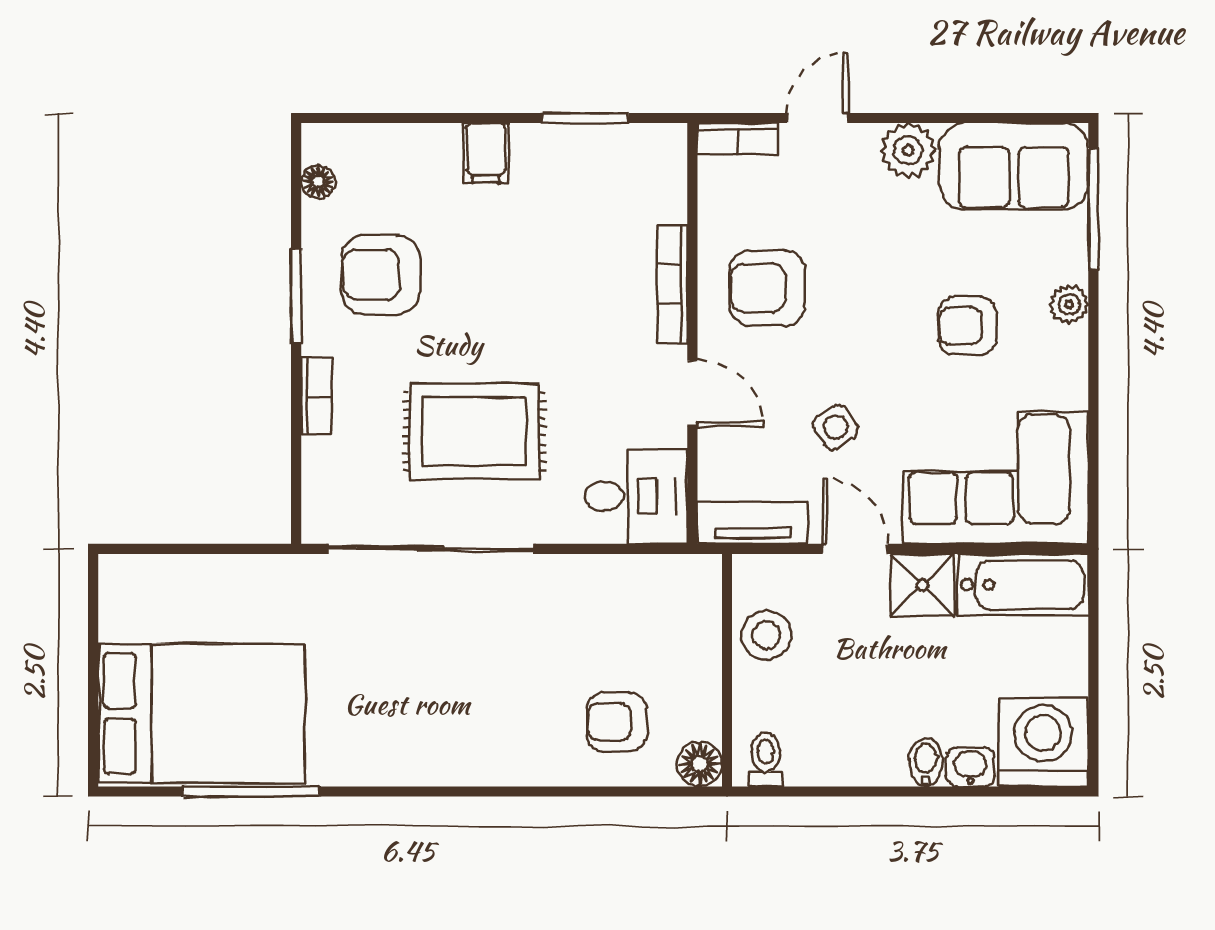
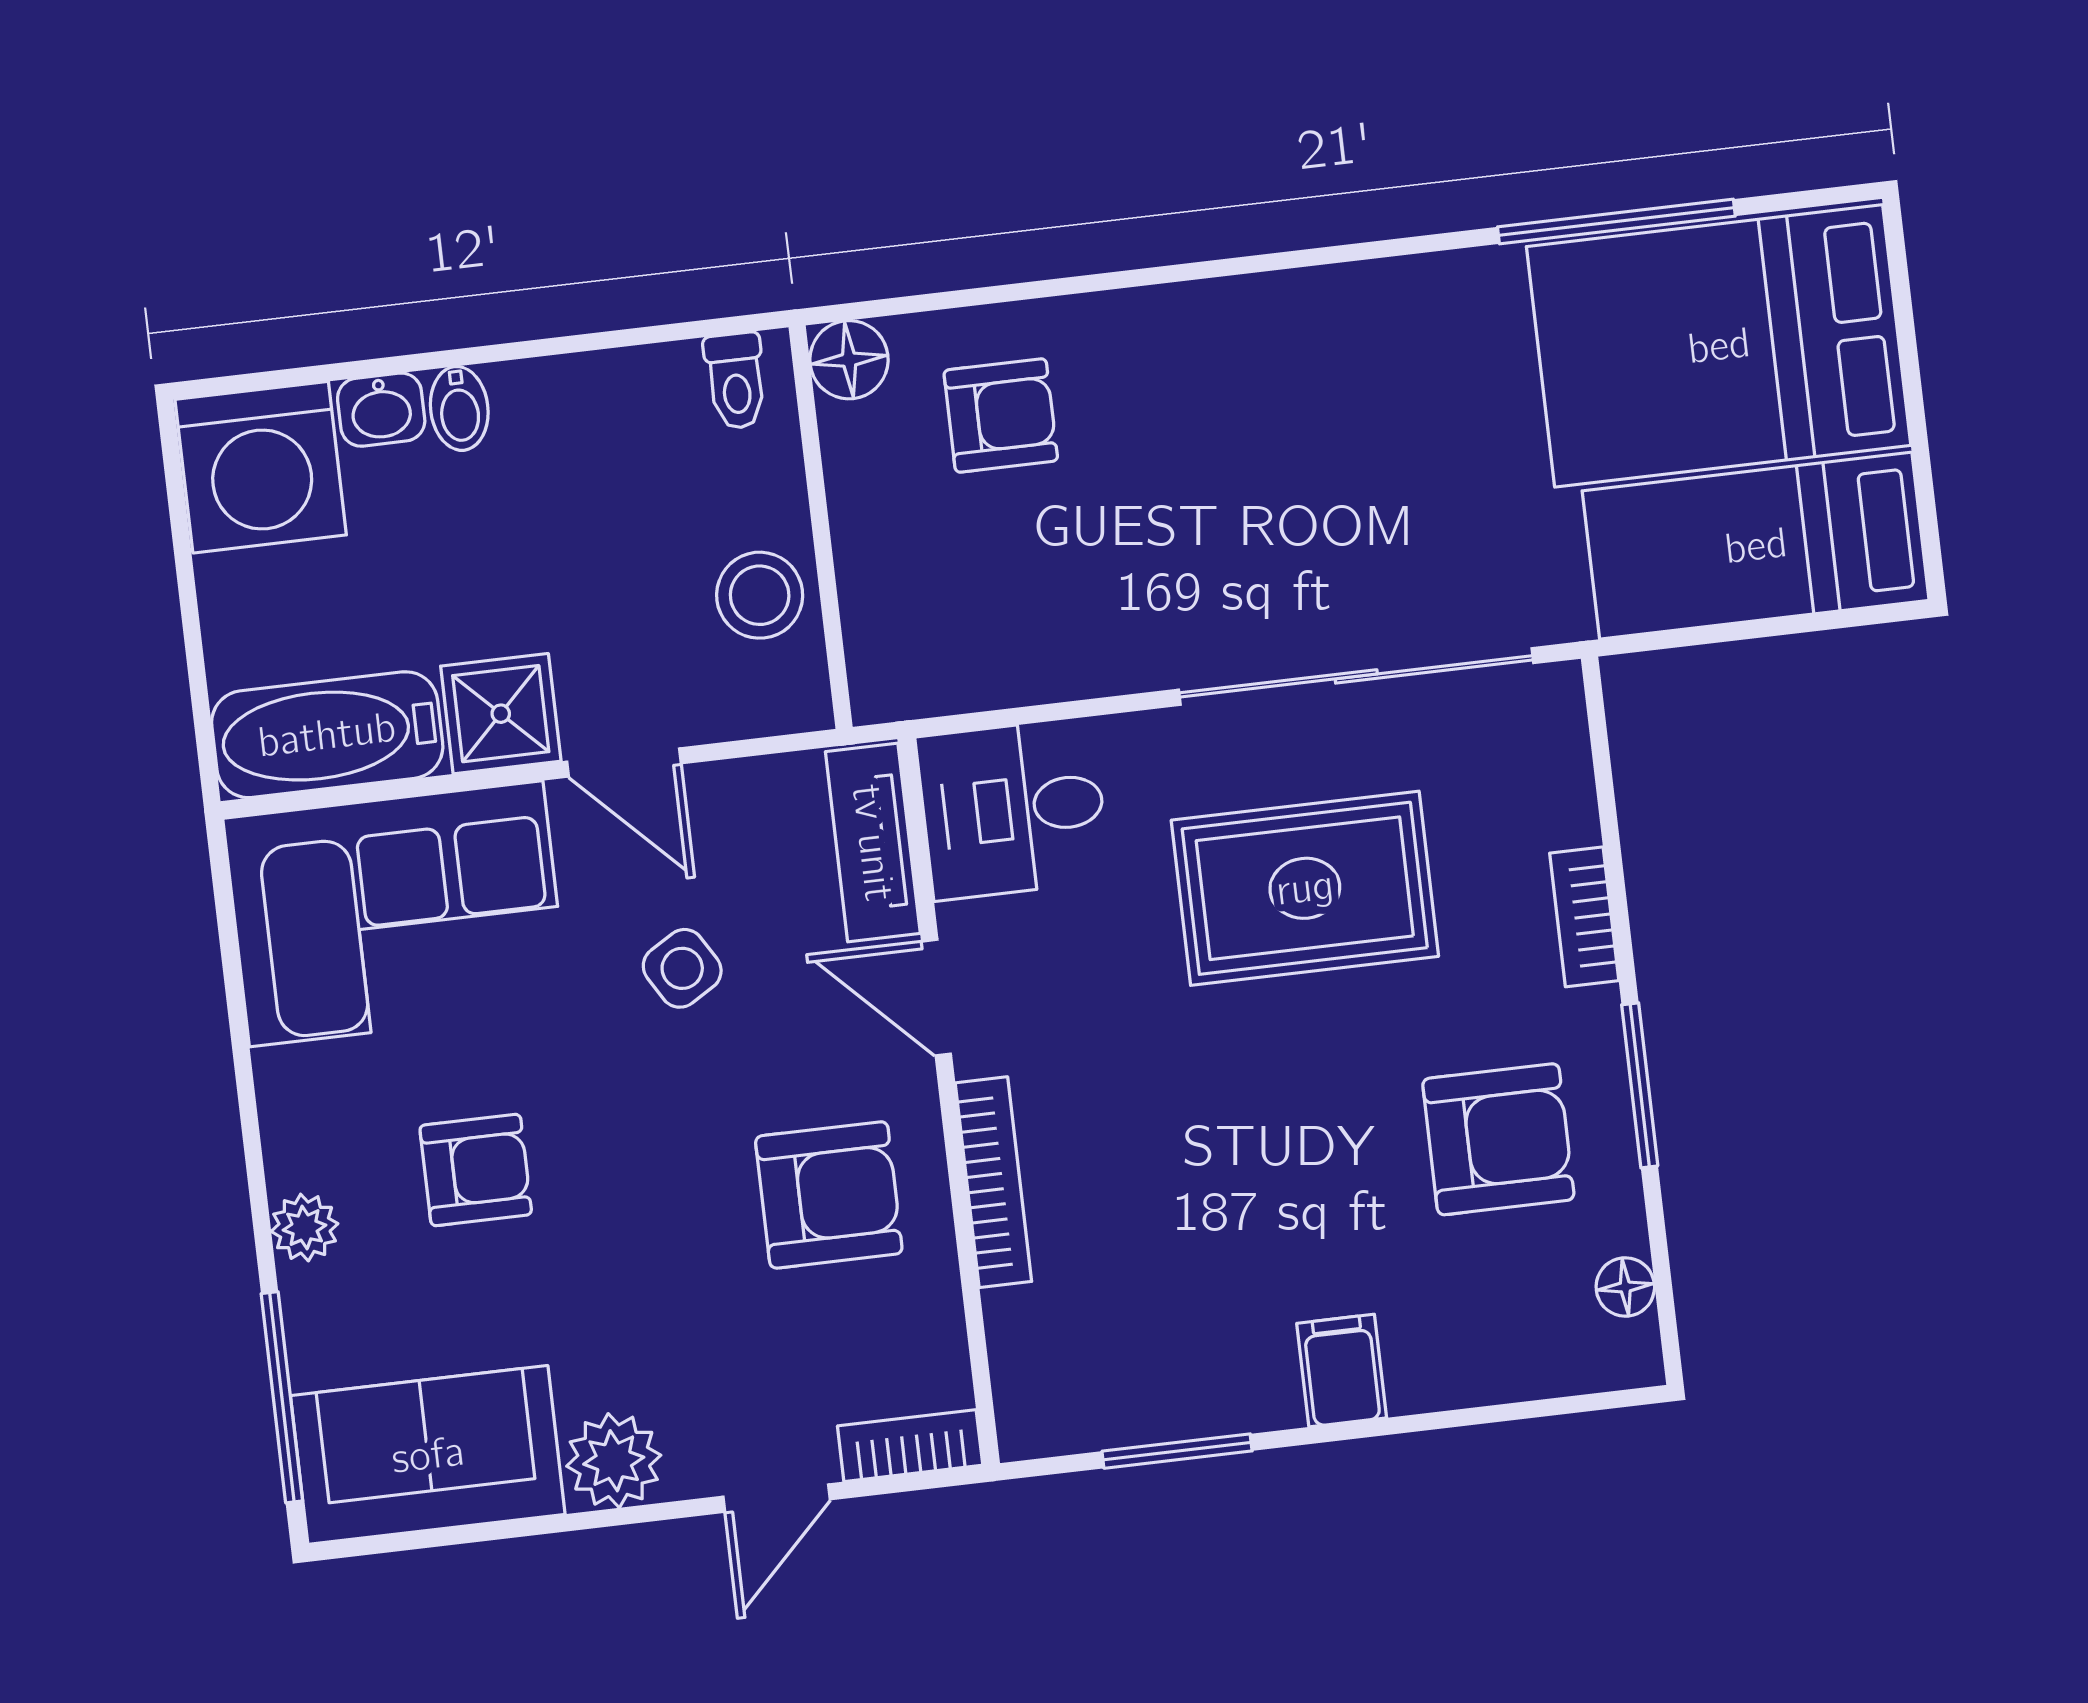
tv unit: (752, 523) -> (873, 843), moved, turned 90
bed: (194, 597) -> (1756, 546), added

